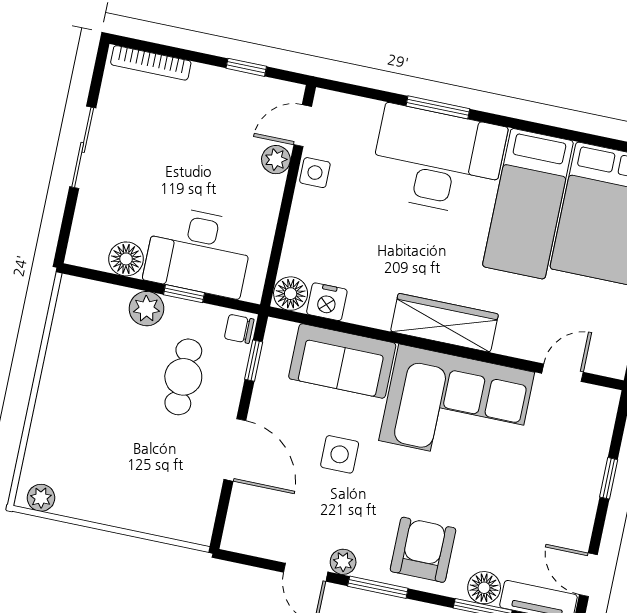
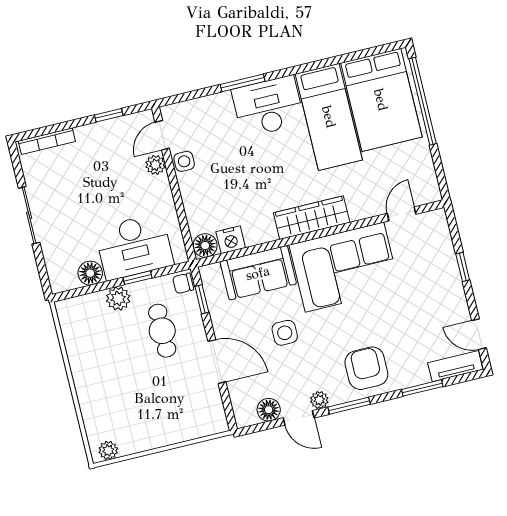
desk: (438, 160) -> (268, 106), width x0.73, depth x0.77
floor lamp: (484, 588) -> (269, 410), moved

